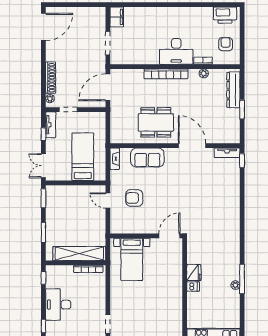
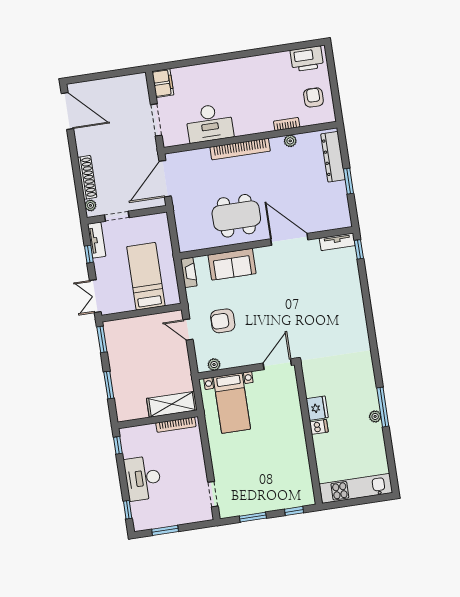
door: (43, 27) -> (67, 111), hinge flipped
desk: (176, 51) -> (209, 123), moved
plant: (123, 229) -> (214, 365), added
shelving: (79, 254) -> (172, 404), width x0.68

